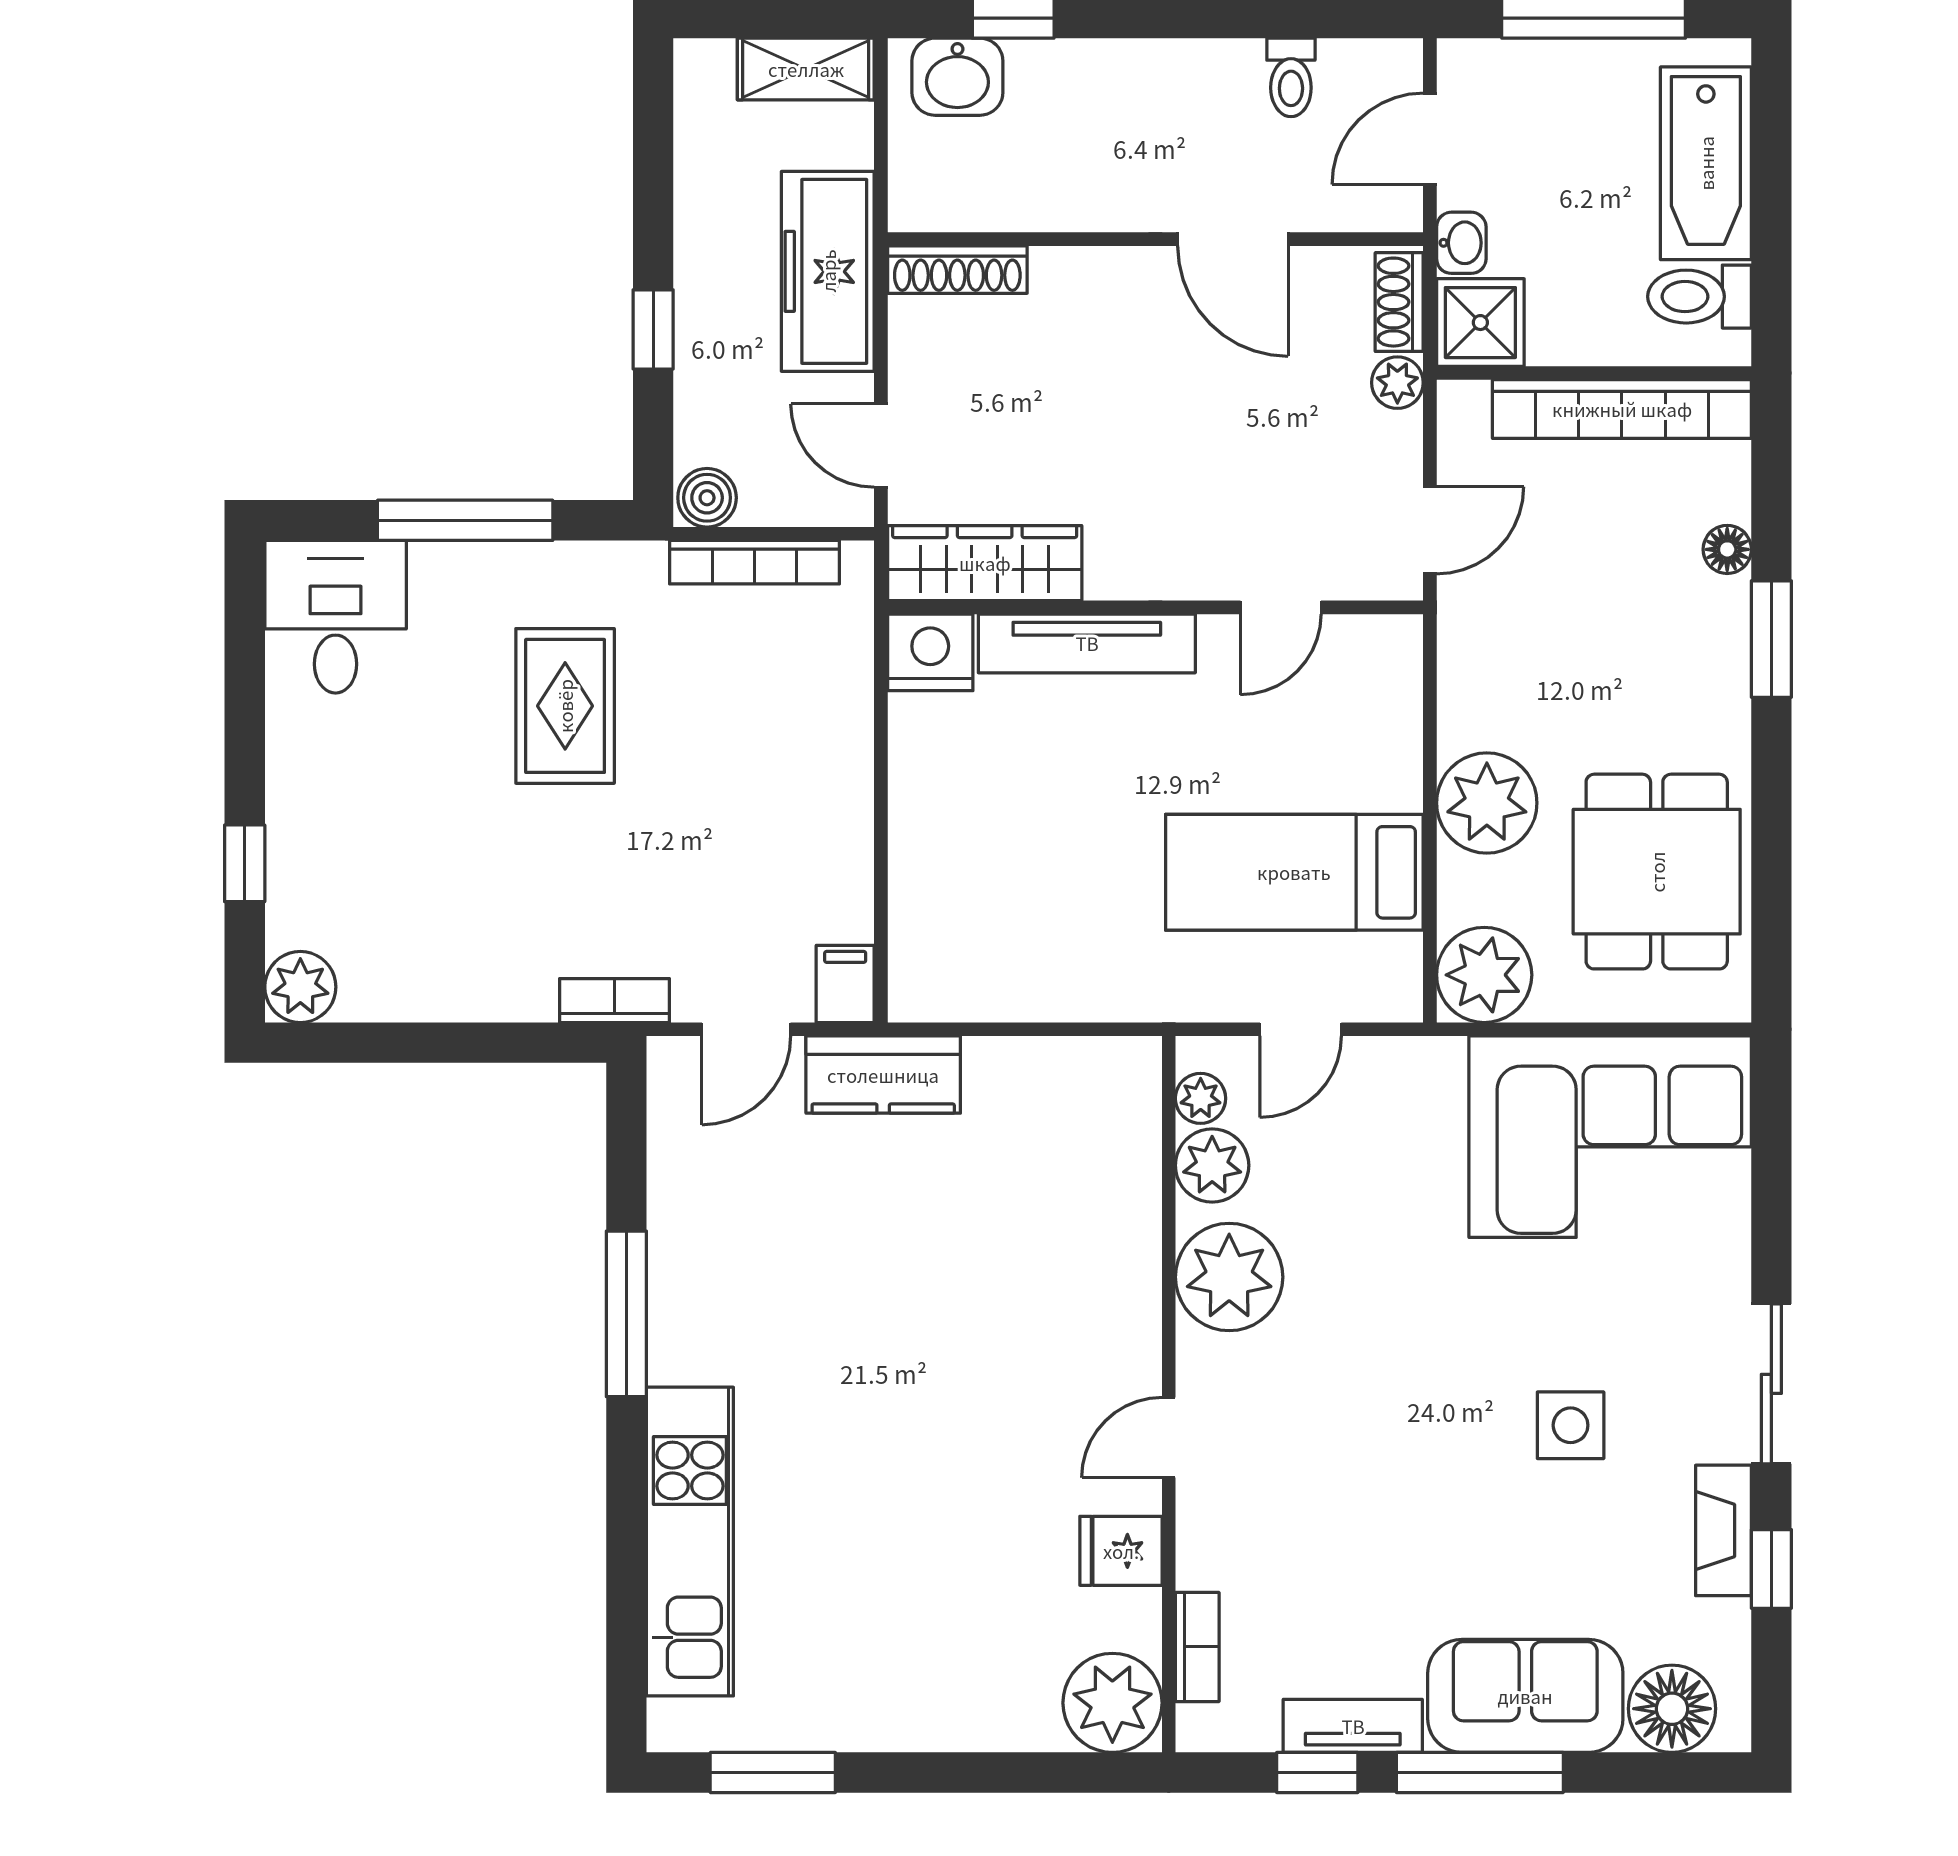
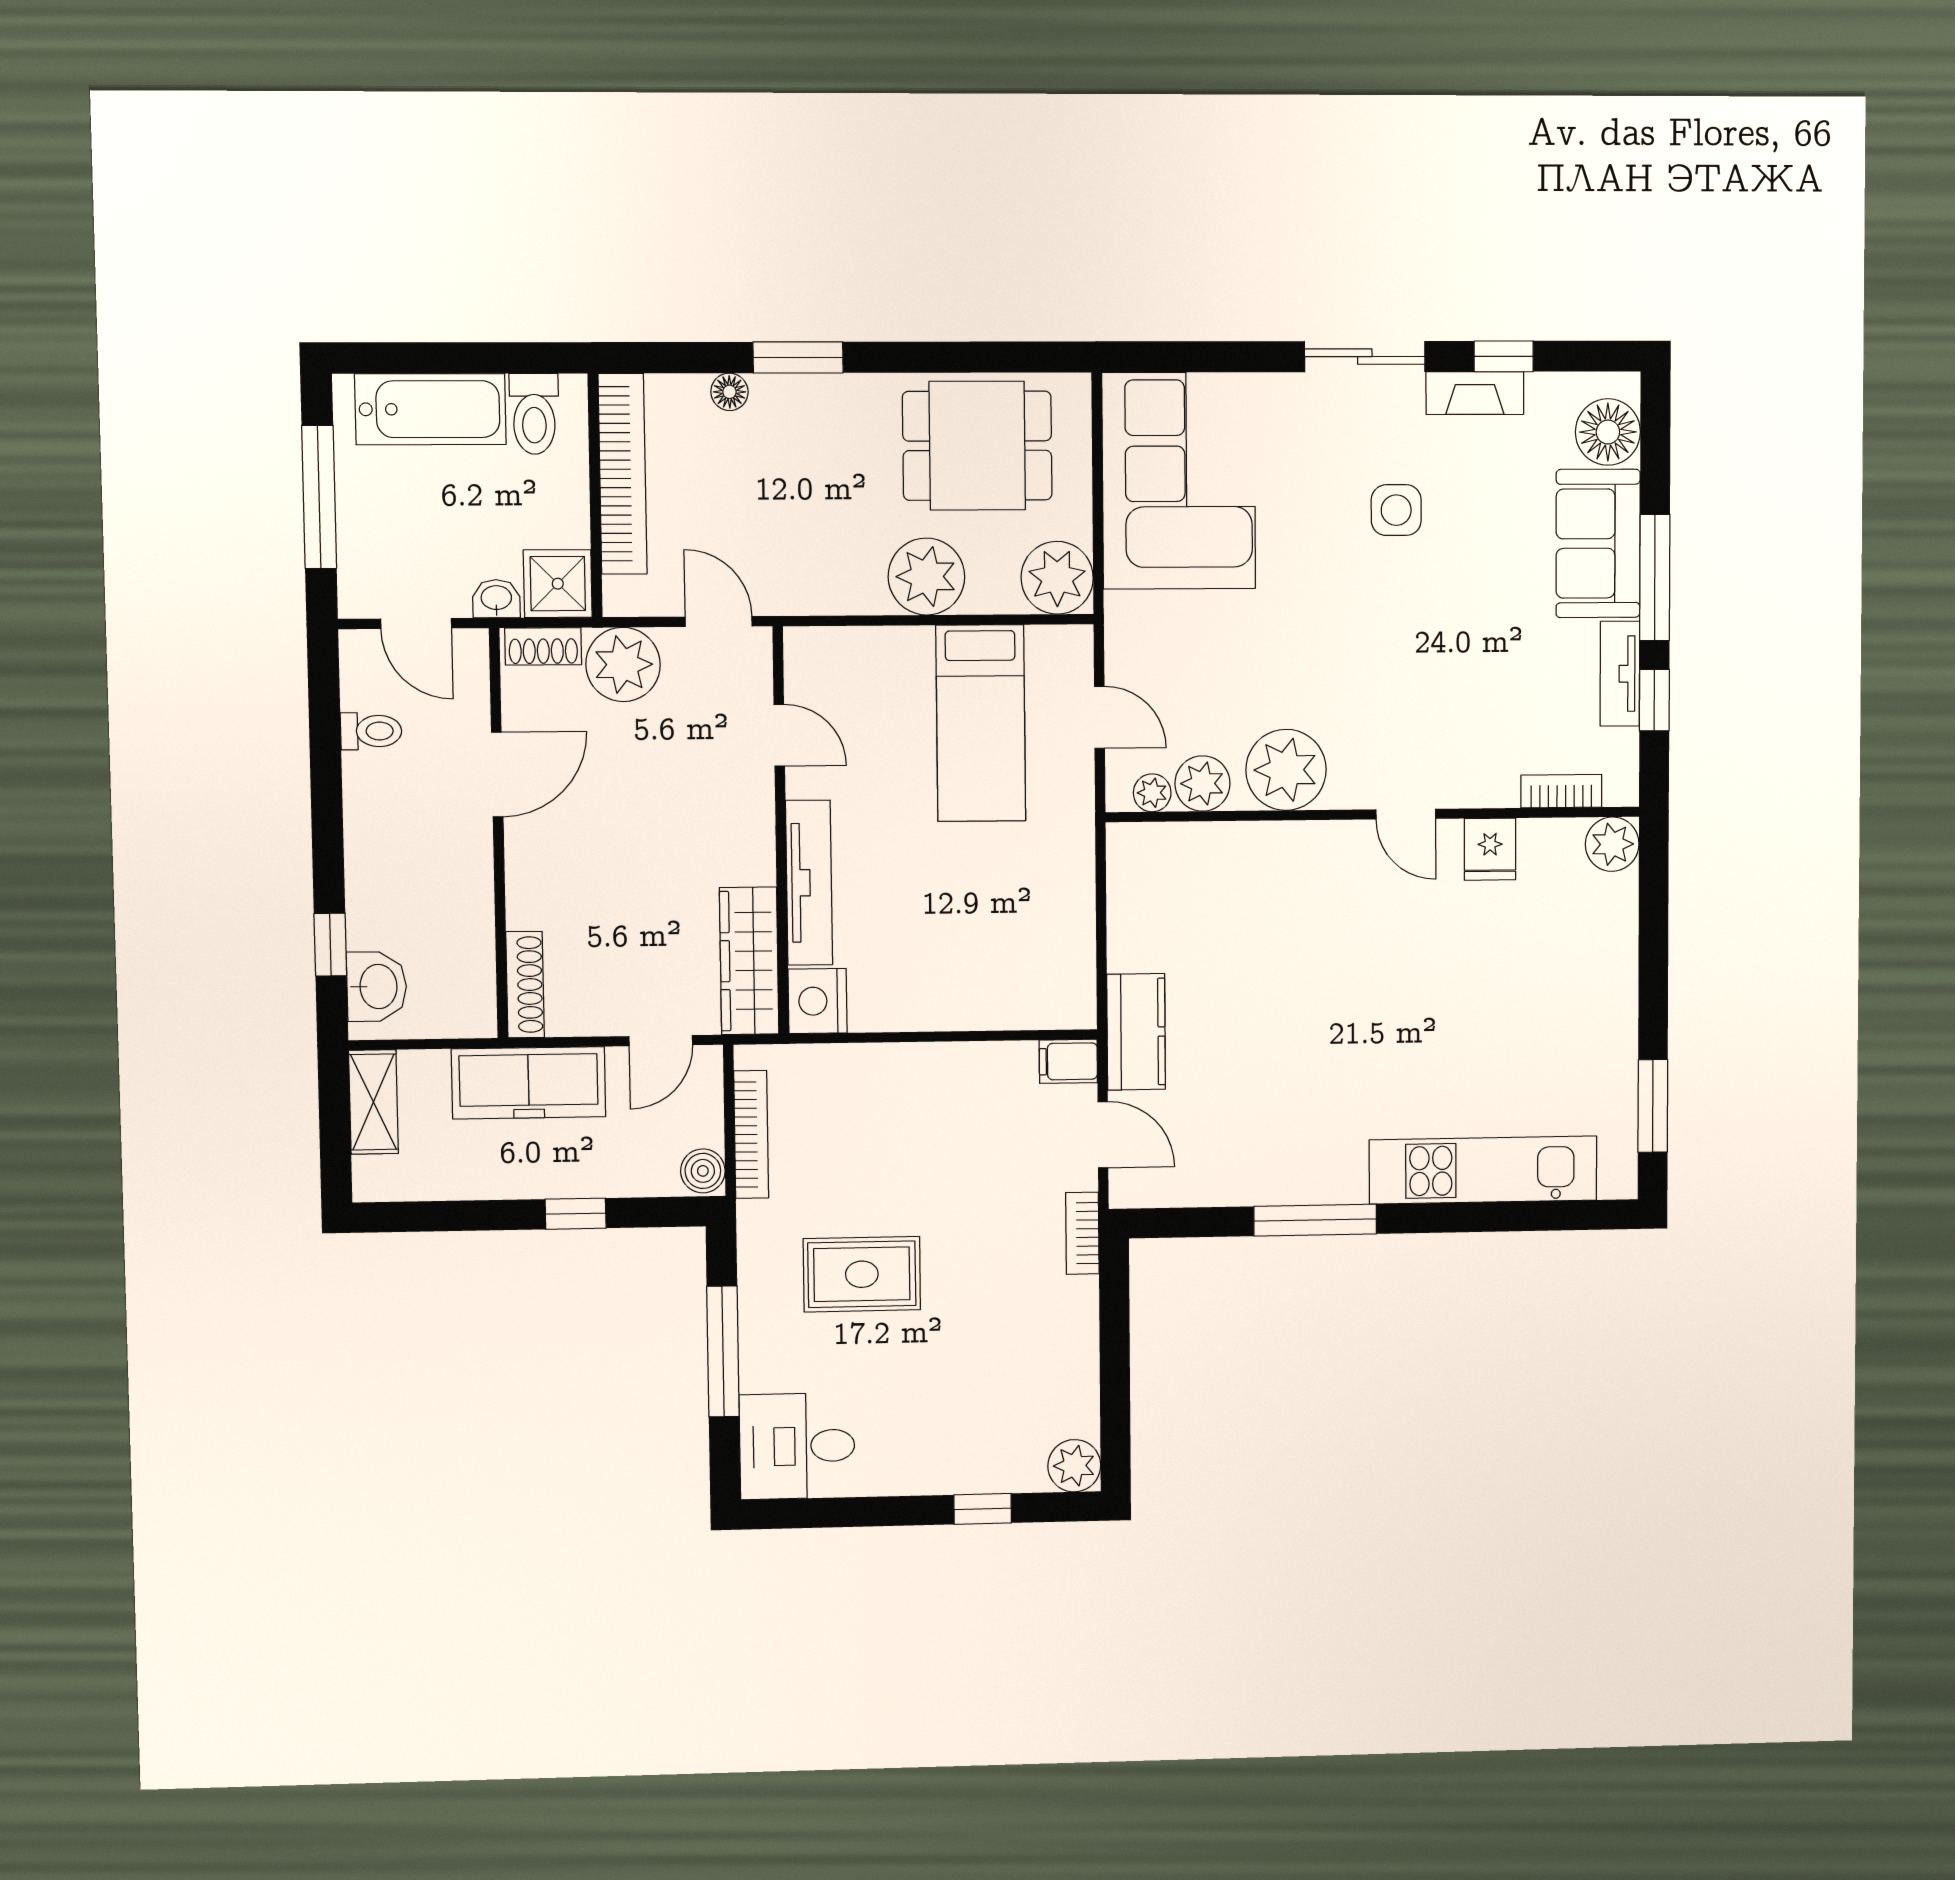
plant: (1397, 383) -> (623, 664), width x1.88, depth x1.88
plant: (1112, 1703) -> (1612, 844), width x0.73, depth x0.73

